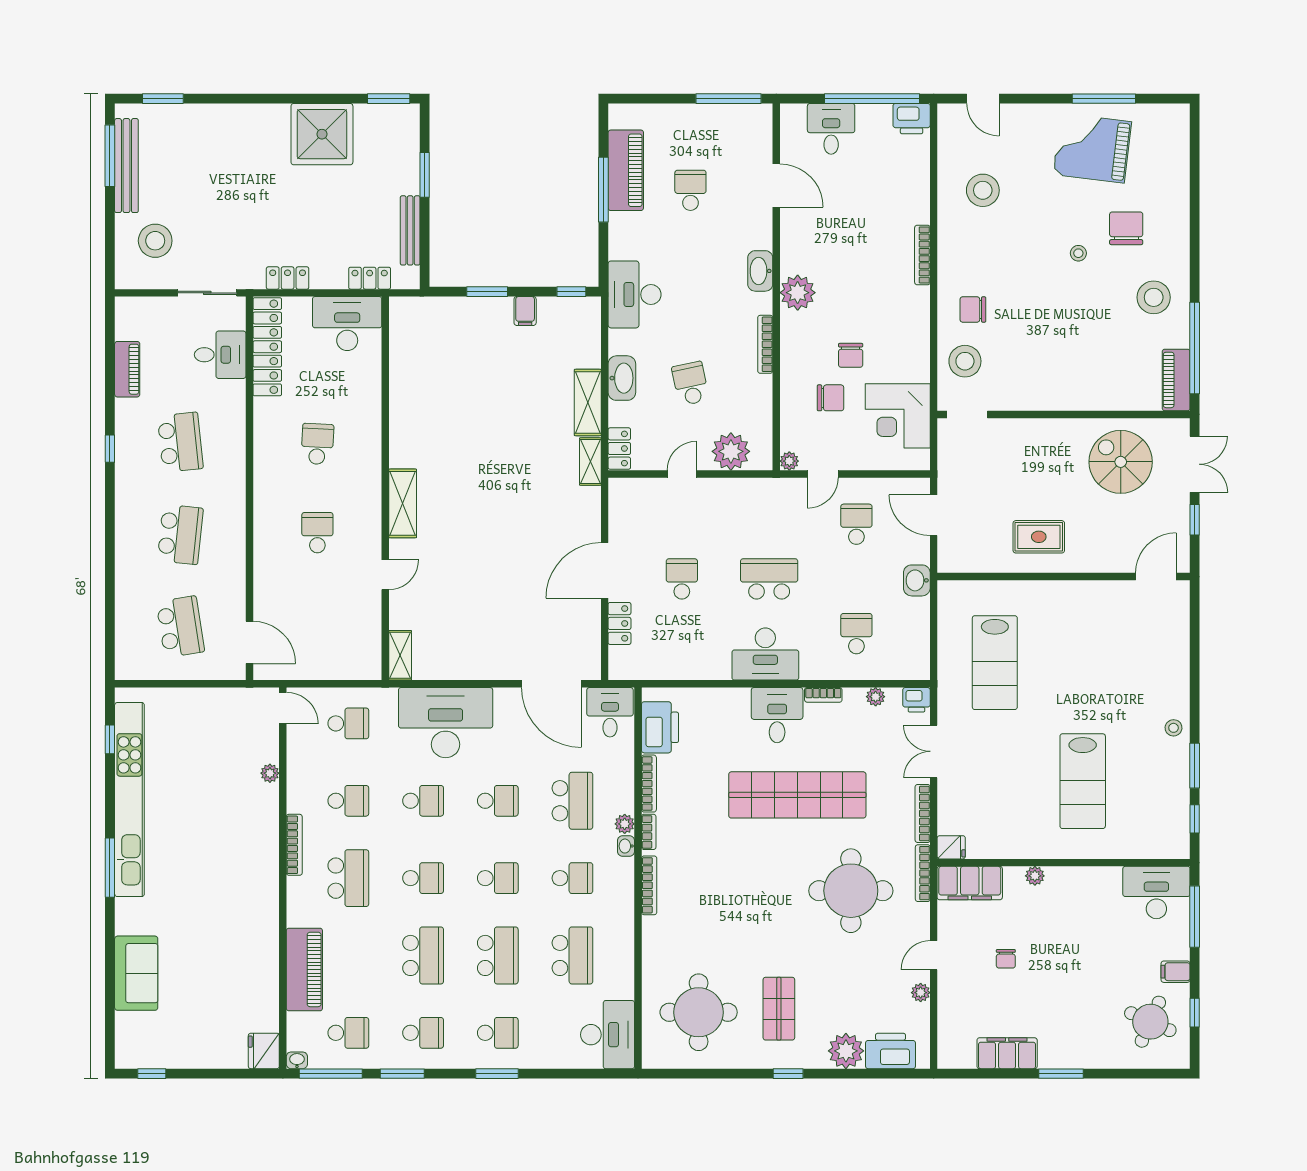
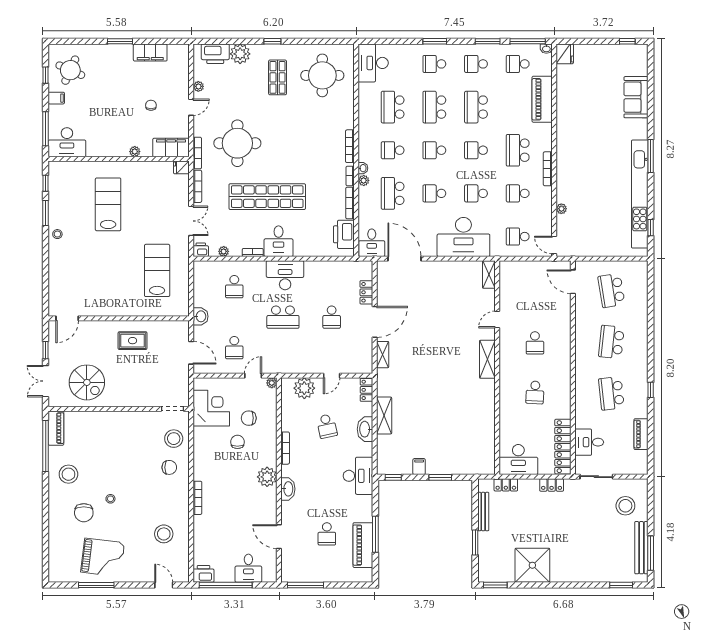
shelving: (590, 462) -> (383, 355), moved

